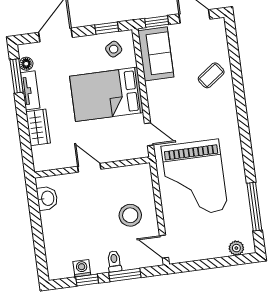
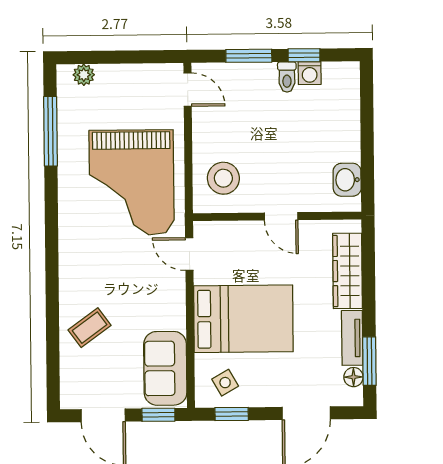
wardrobe: (38, 127) -> (347, 271), width x1.50
grand piano: (195, 178) -> (132, 183), turned 180
stool: (130, 215) -> (223, 178), moved
toilet: (114, 261) -> (287, 77), moved

